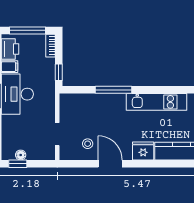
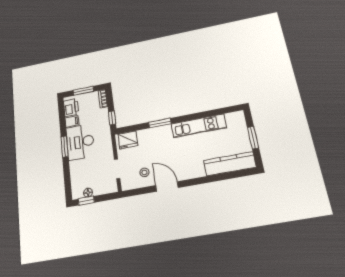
window: (27, 30) -> (83, 91), width x0.69
window: (113, 90) -> (160, 123), width x0.69
fridge: (143, 151) -> (128, 140), moved, turned 180

